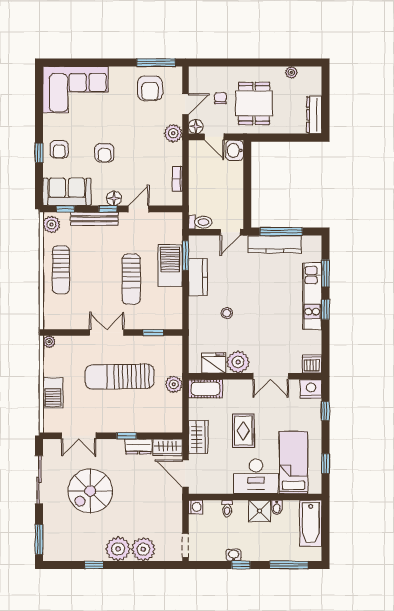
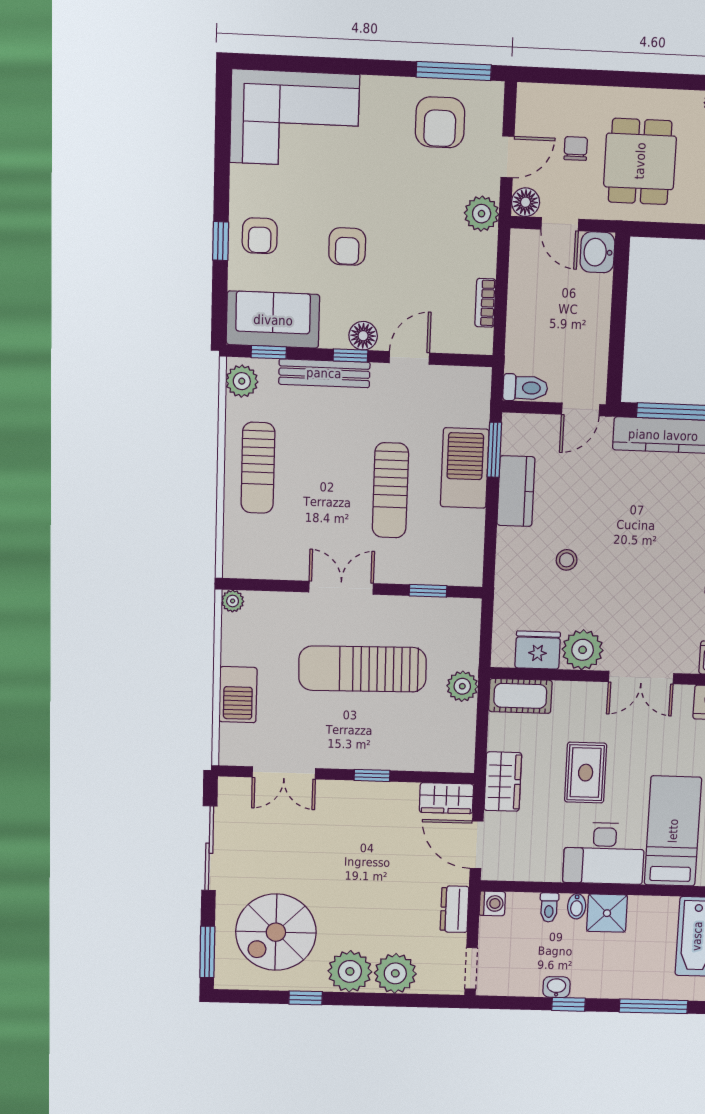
dresser: (138, 447) -> (455, 909), moved, turned 90
spiral stairs: (90, 491) -> (276, 932), moved
bidet: (277, 507) -> (577, 906), moved

